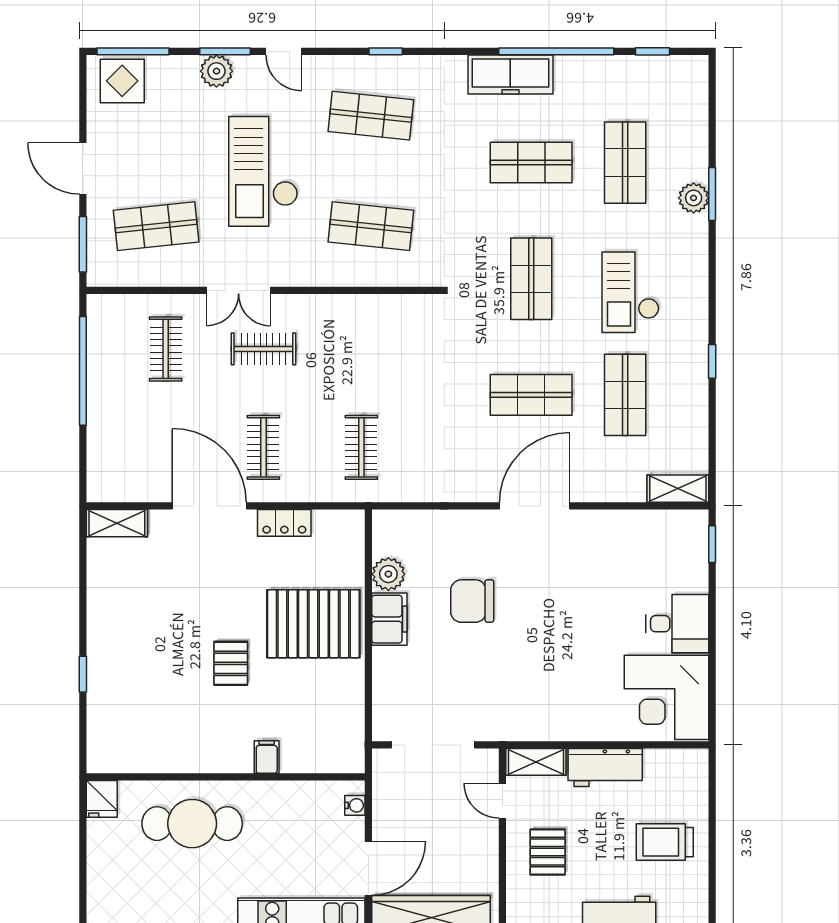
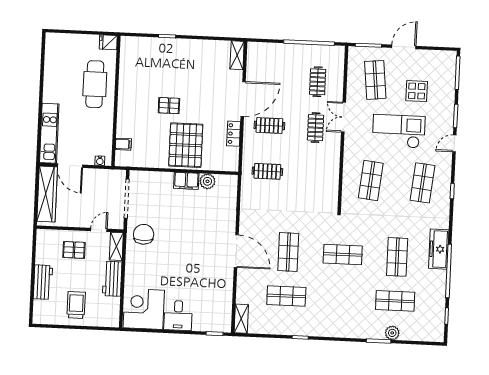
plant: (216, 71) -> (447, 112), removed
display table: (122, 81) -> (417, 91), moved
plant: (694, 198) -> (392, 333), moved
checkout: (630, 292) -> (334, 301), removed
clothes rail: (166, 349) -> (318, 82), turned 90
chair: (472, 601) -> (144, 234), moved
filing cabinet: (267, 757) -> (123, 144), moved

